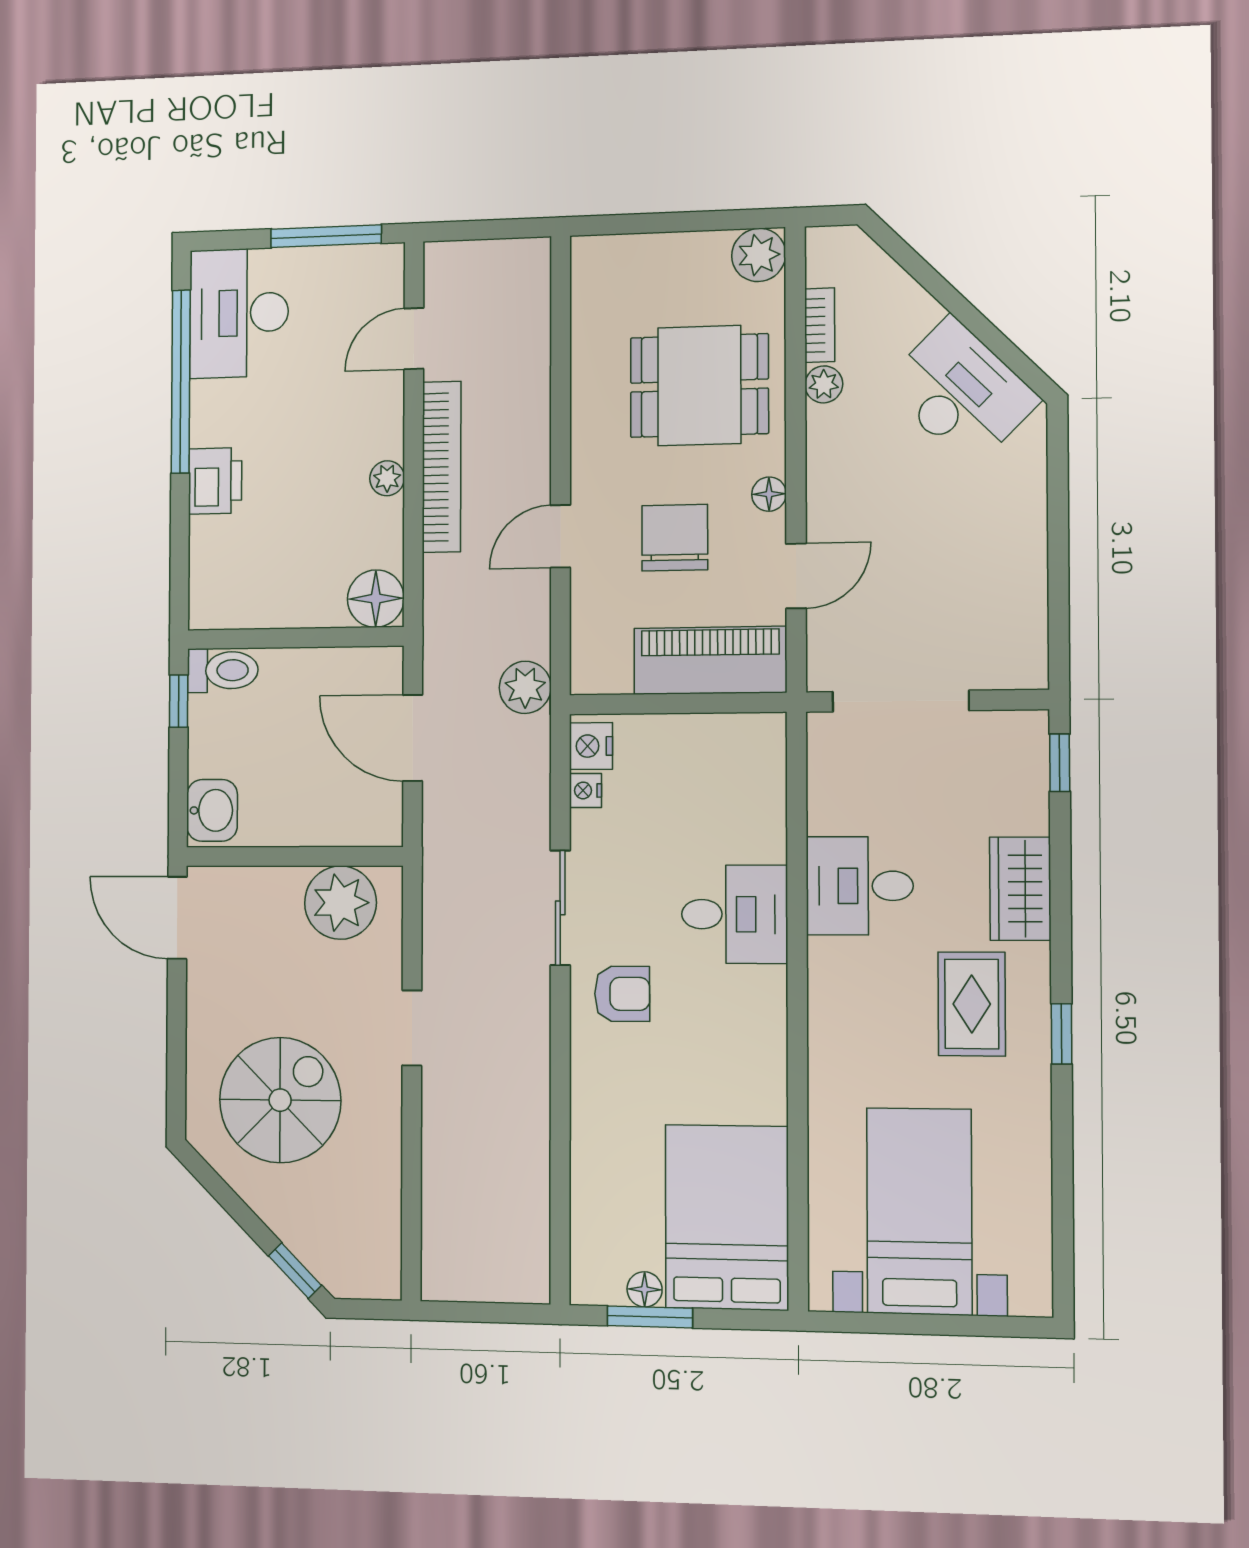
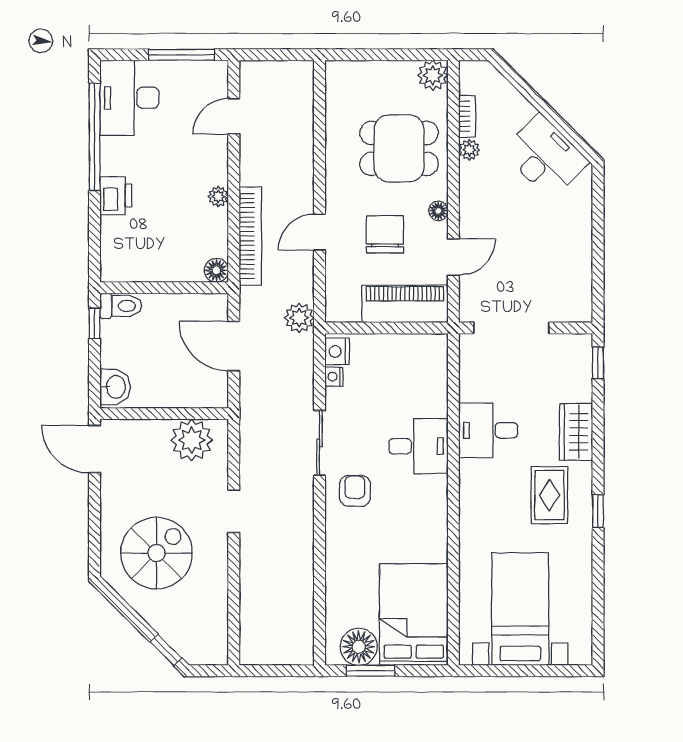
bookcase: (442, 467) -> (250, 236), moved
floor lamp: (376, 599) -> (216, 270), width x0.73, depth x0.73
armchair: (622, 994) -> (355, 491), turned -90
floor lamp: (645, 1289) -> (359, 647), width x1.89, depth x1.89

